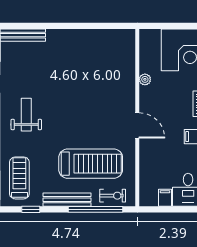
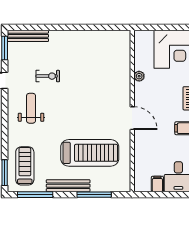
exercise bike: (113, 196) -> (48, 76), moved
window: (31, 209) -> (35, 195), width x2.17
window: (95, 209) -> (94, 195), width x0.68

